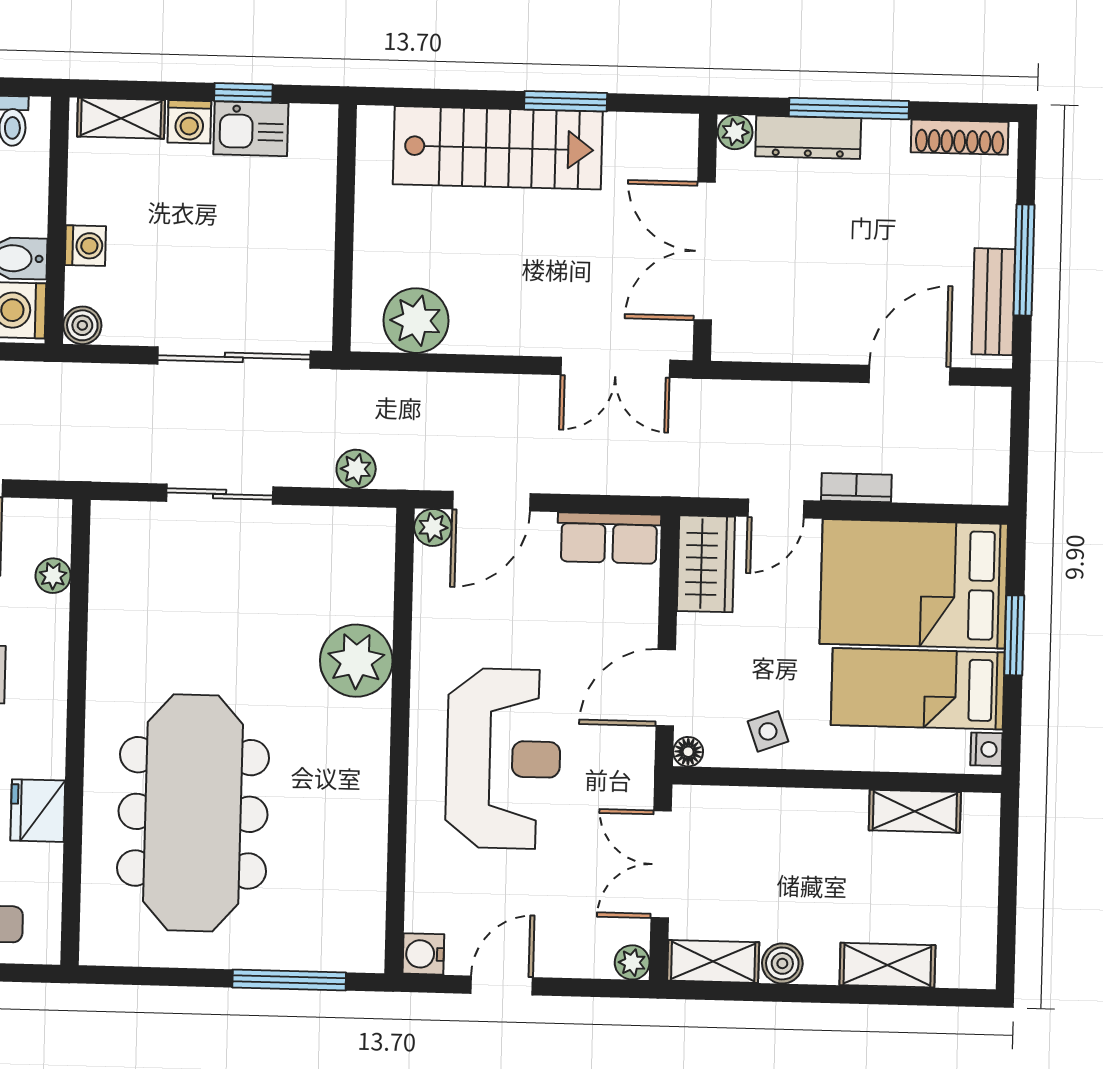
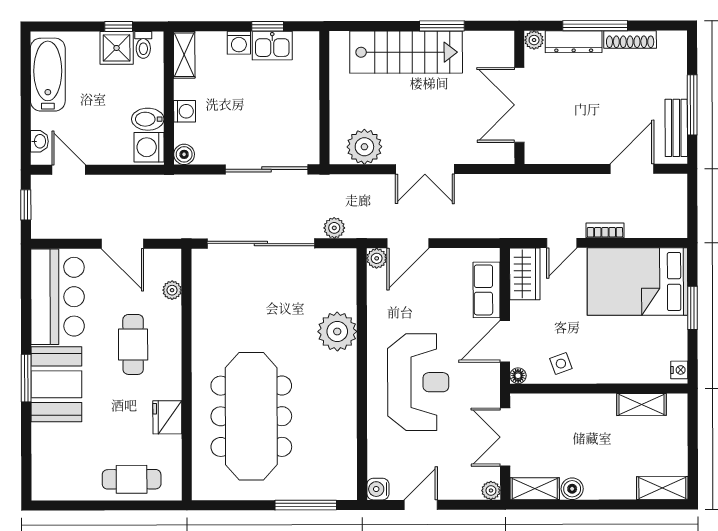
shelving: (121, 118) -> (184, 55), moved, turned 90
shoe rack: (960, 137) -> (630, 39), moved
double door: (615, 367) -> (425, 169), moved
sliding door: (220, 494) -> (261, 243), width x1.86
row of seats: (609, 538) -> (487, 290), moved, turned 90
bed: (918, 689) -> (641, 338), removed
shelving: (887, 965) -> (662, 488), moved

